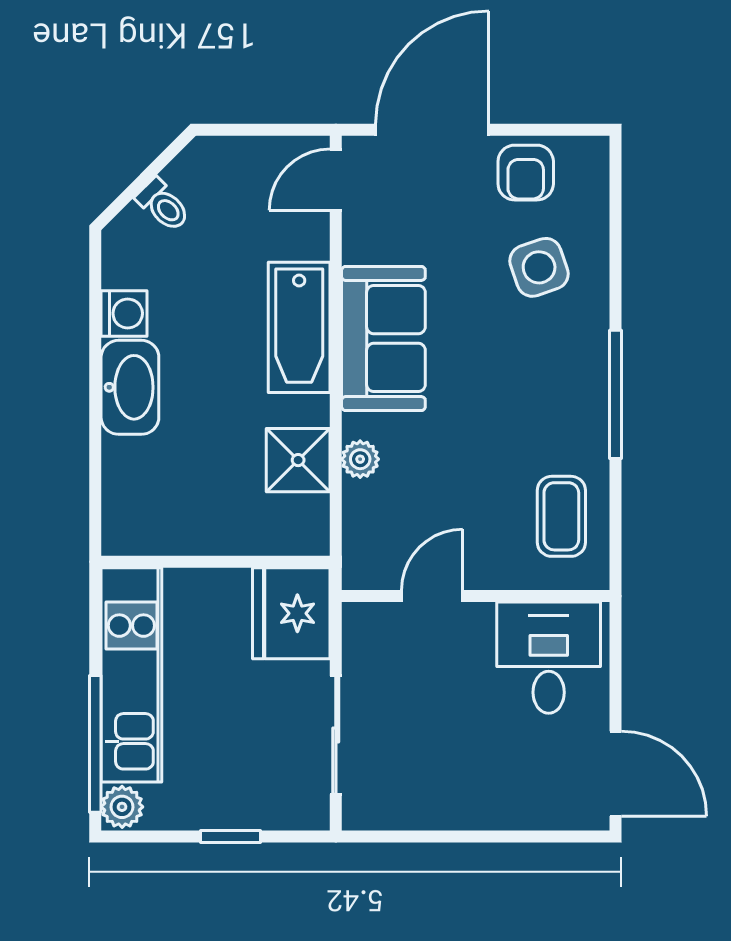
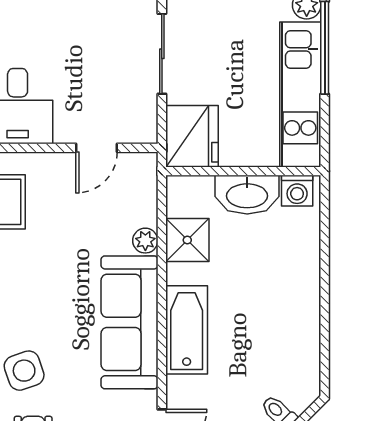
washing machine: (124, 313) -> (297, 191), moved, turned -90
sofa: (383, 339) -> (129, 322), width x1.36
washbasin: (130, 387) -> (247, 195), moved, turned -90

